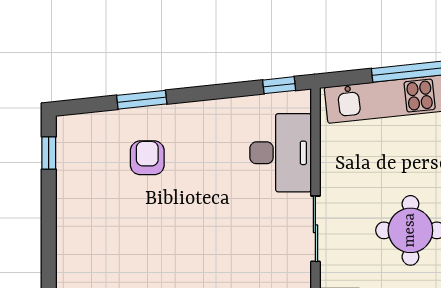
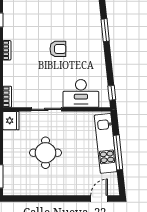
armchair: (147, 158) -> (58, 49), moved

